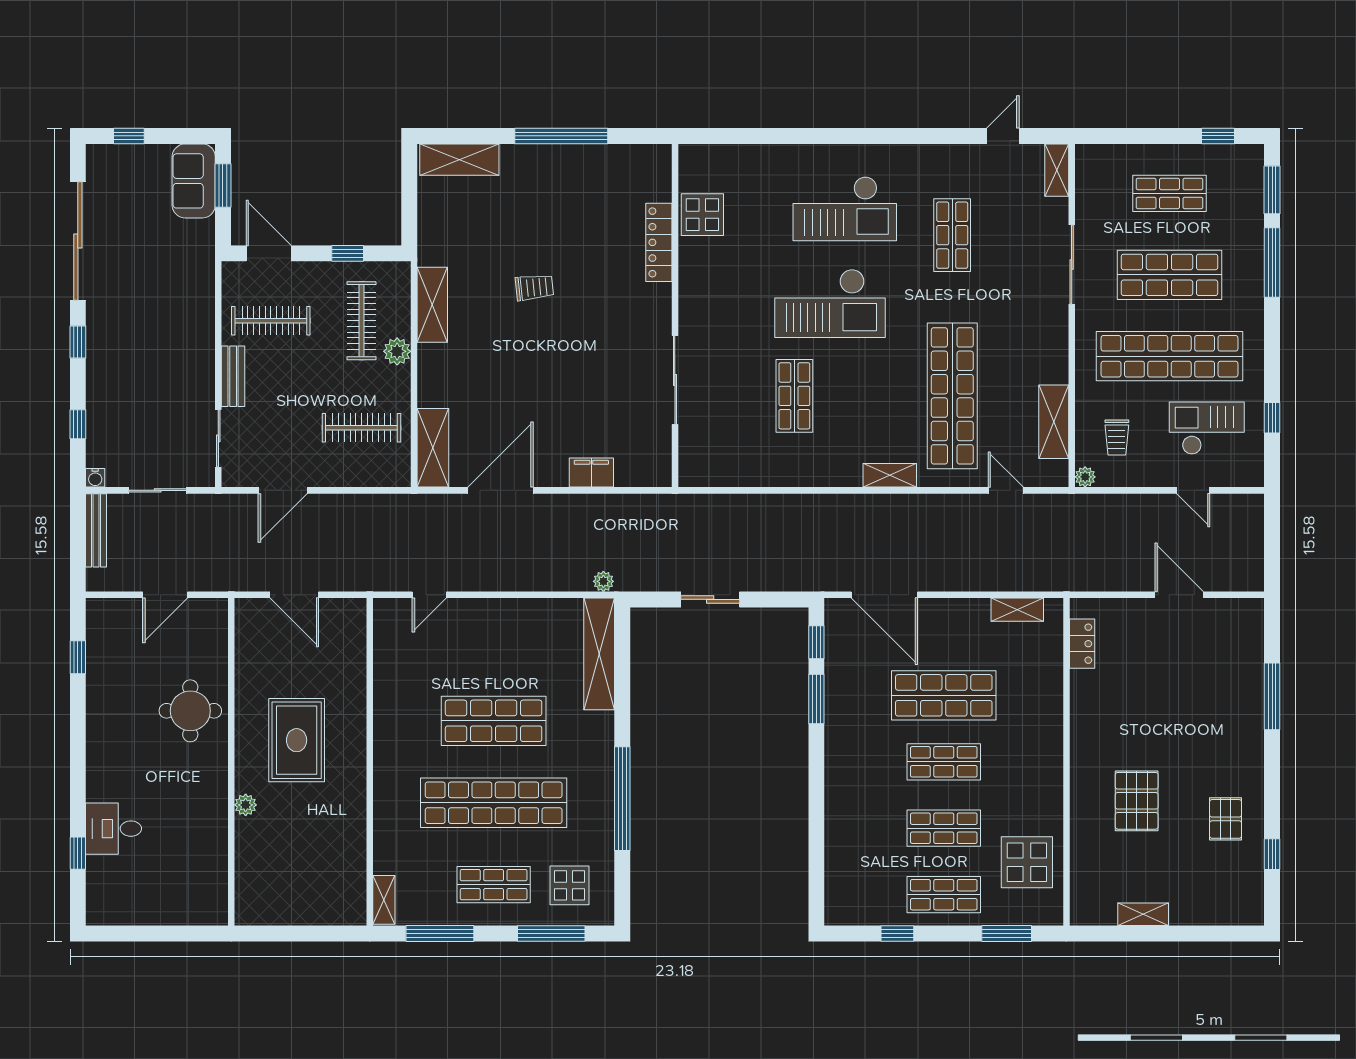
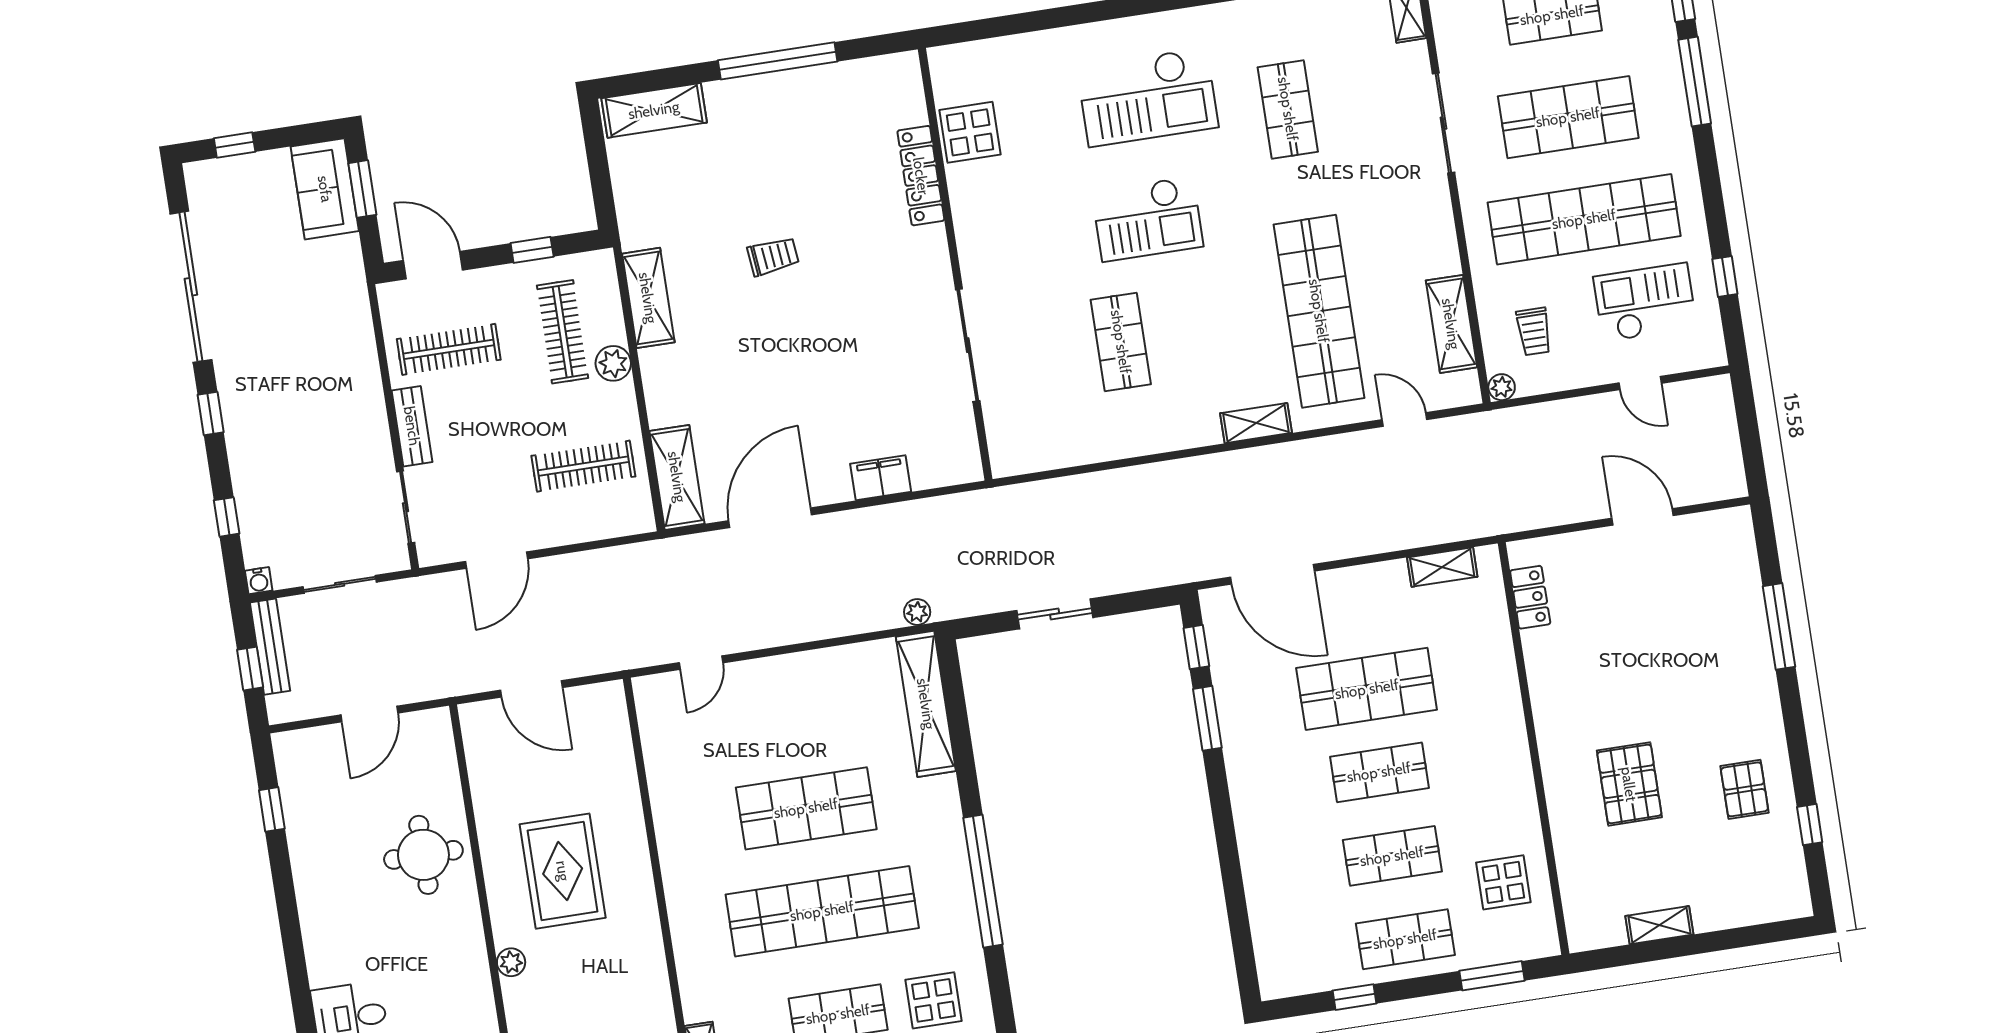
checkout: (830, 303) -> (1148, 219), width x0.73, depth x0.83
window: (78, 545) -> (250, 669), added
display table: (1027, 862) -> (1503, 882), width x0.73, depth x0.73

